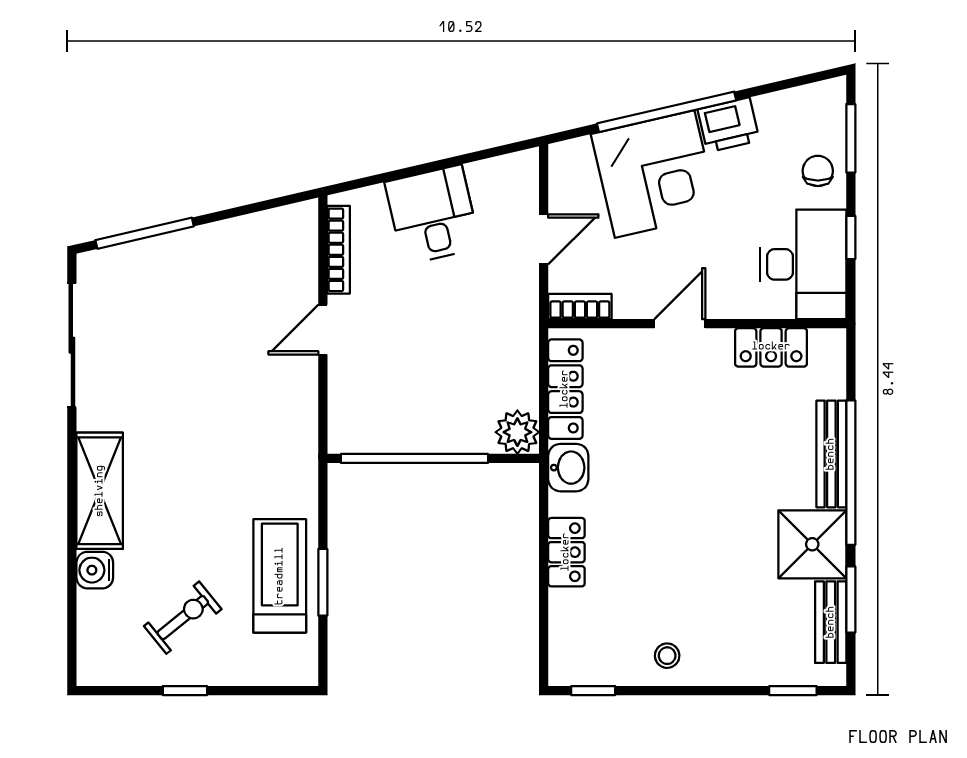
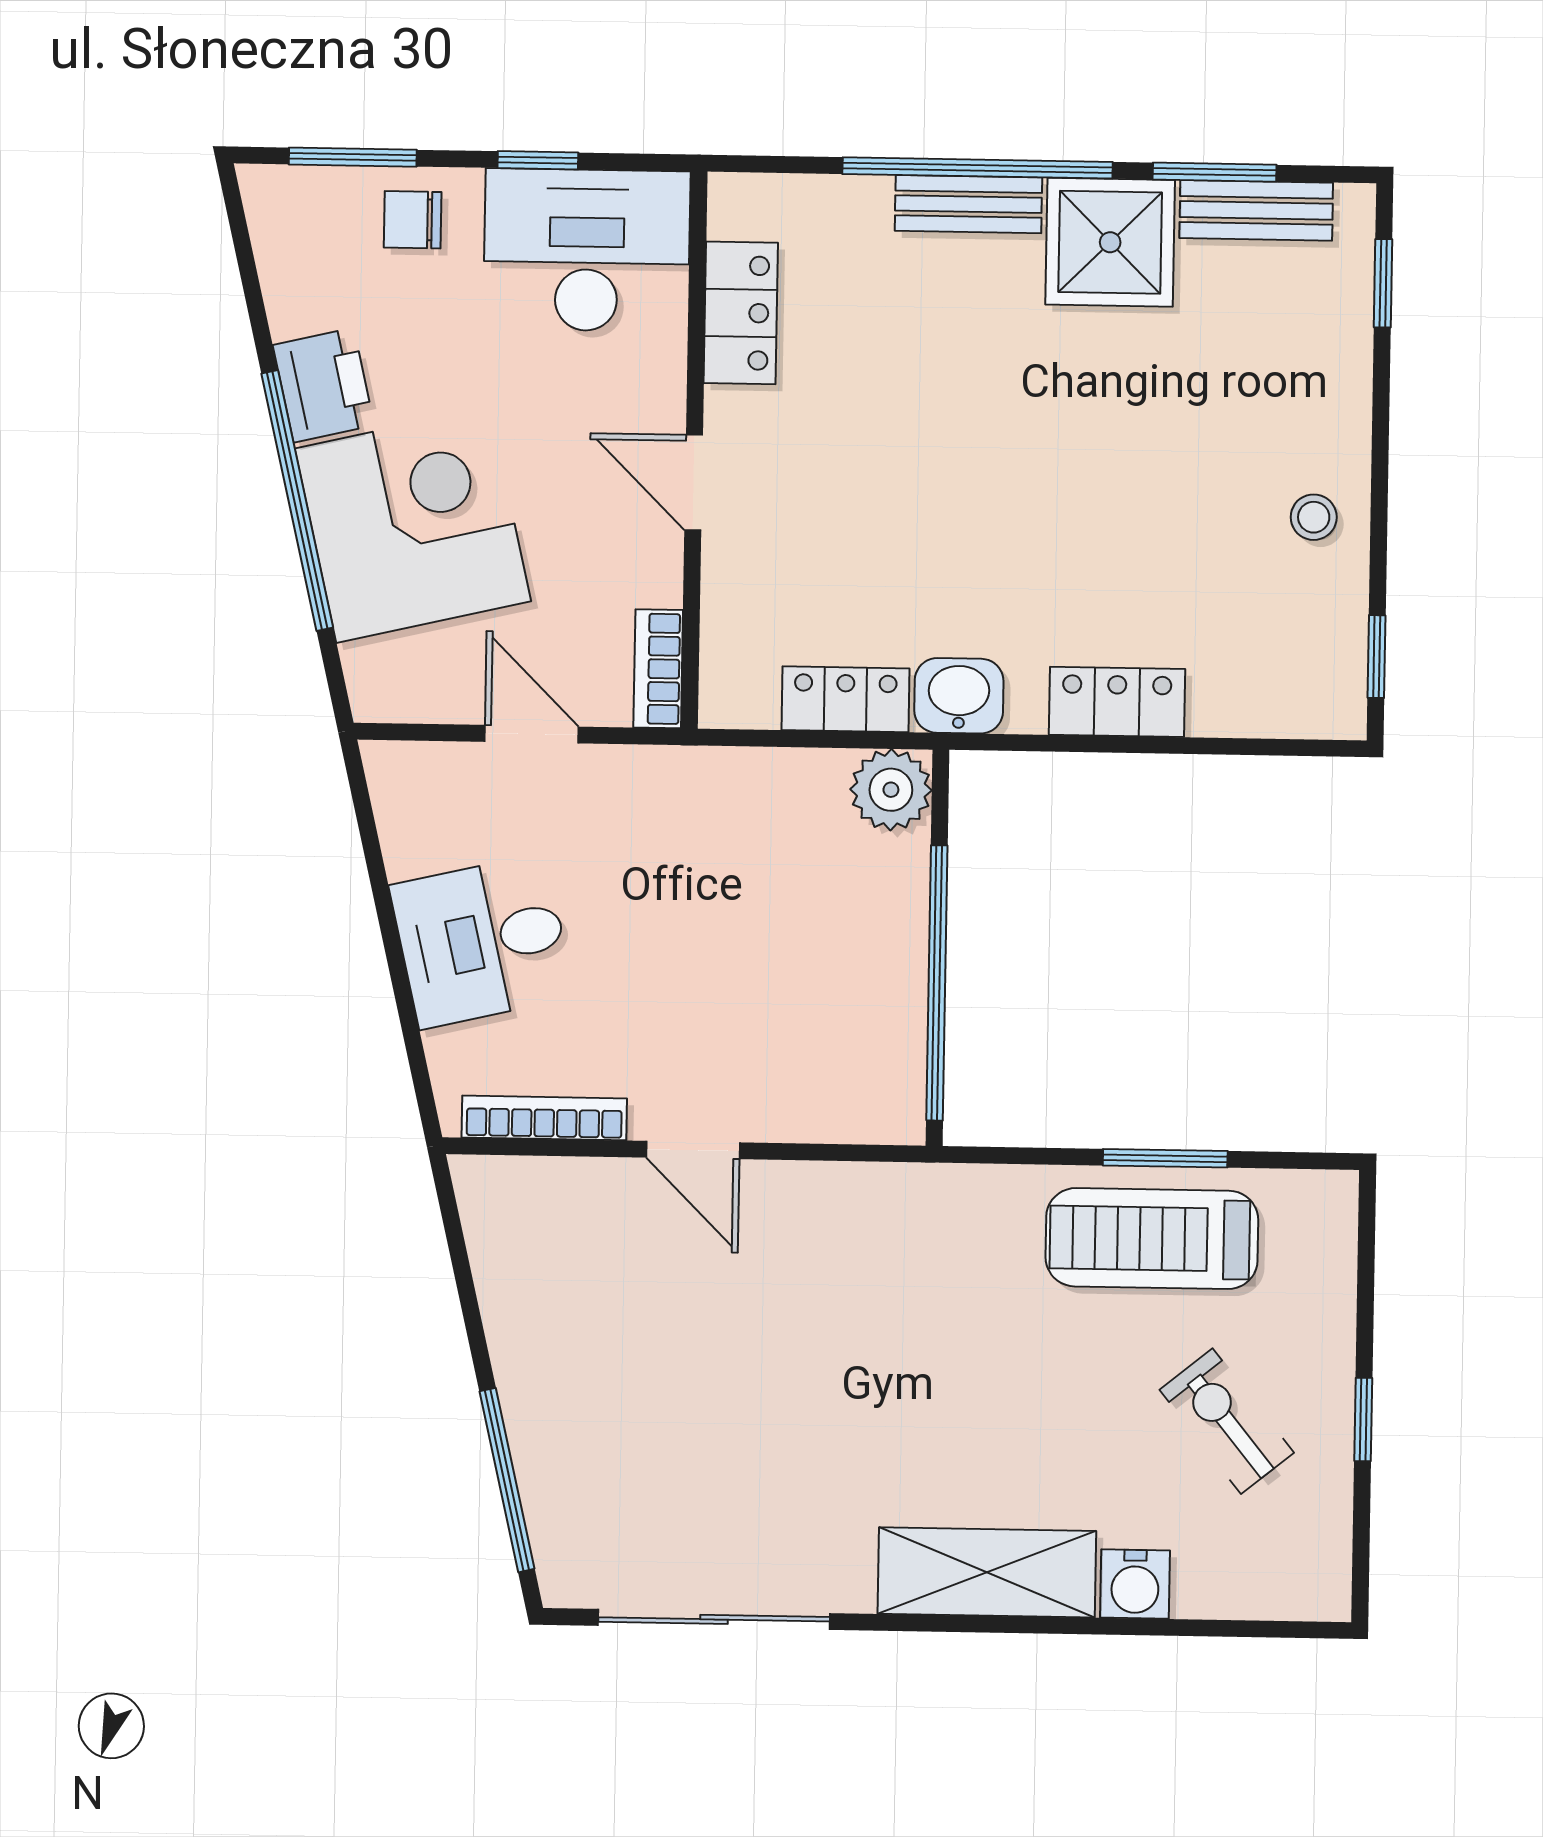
locker: (565, 389) -> (846, 699), width x0.66
bench: (831, 454) -> (968, 204), width x0.73

